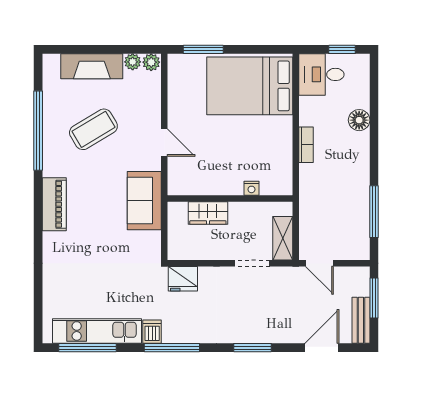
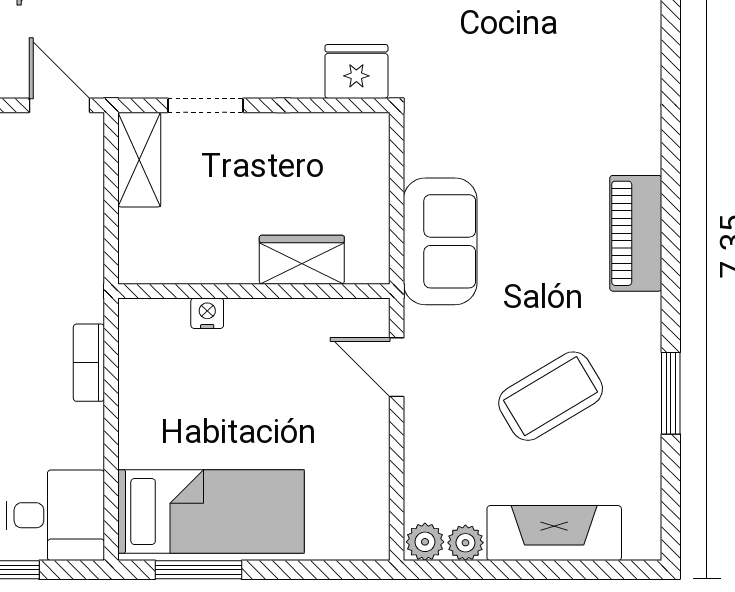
window: (203, 49) -> (198, 570), moved
bed: (250, 86) -> (211, 511), width x0.67
window: (38, 131) -> (671, 393), width x0.47
nightstand: (251, 188) -> (207, 313), moved
wall: (230, 199) -> (254, 291), moved
wardrobe: (208, 213) -> (302, 260), moved

